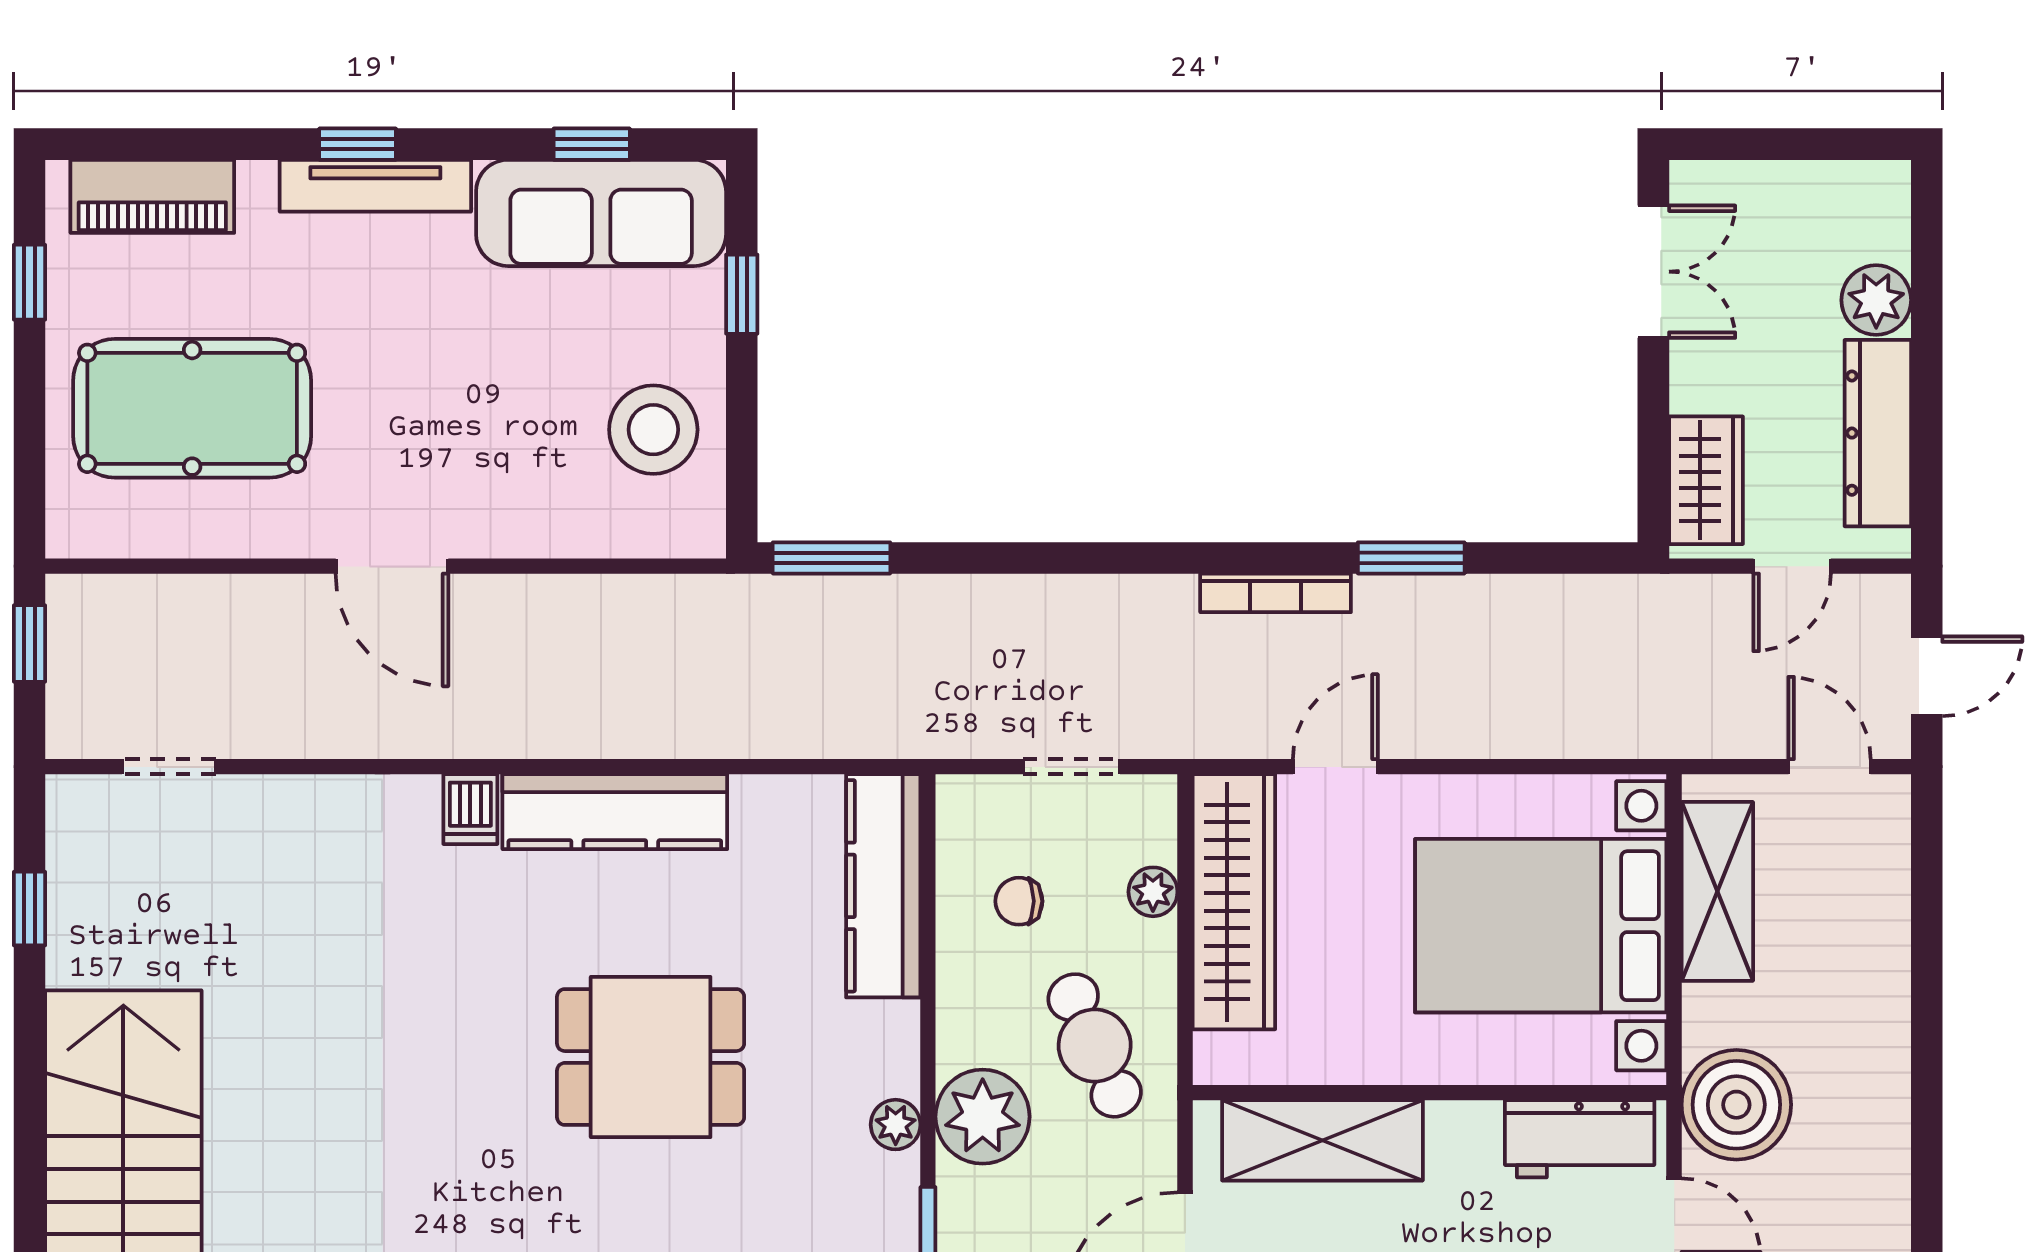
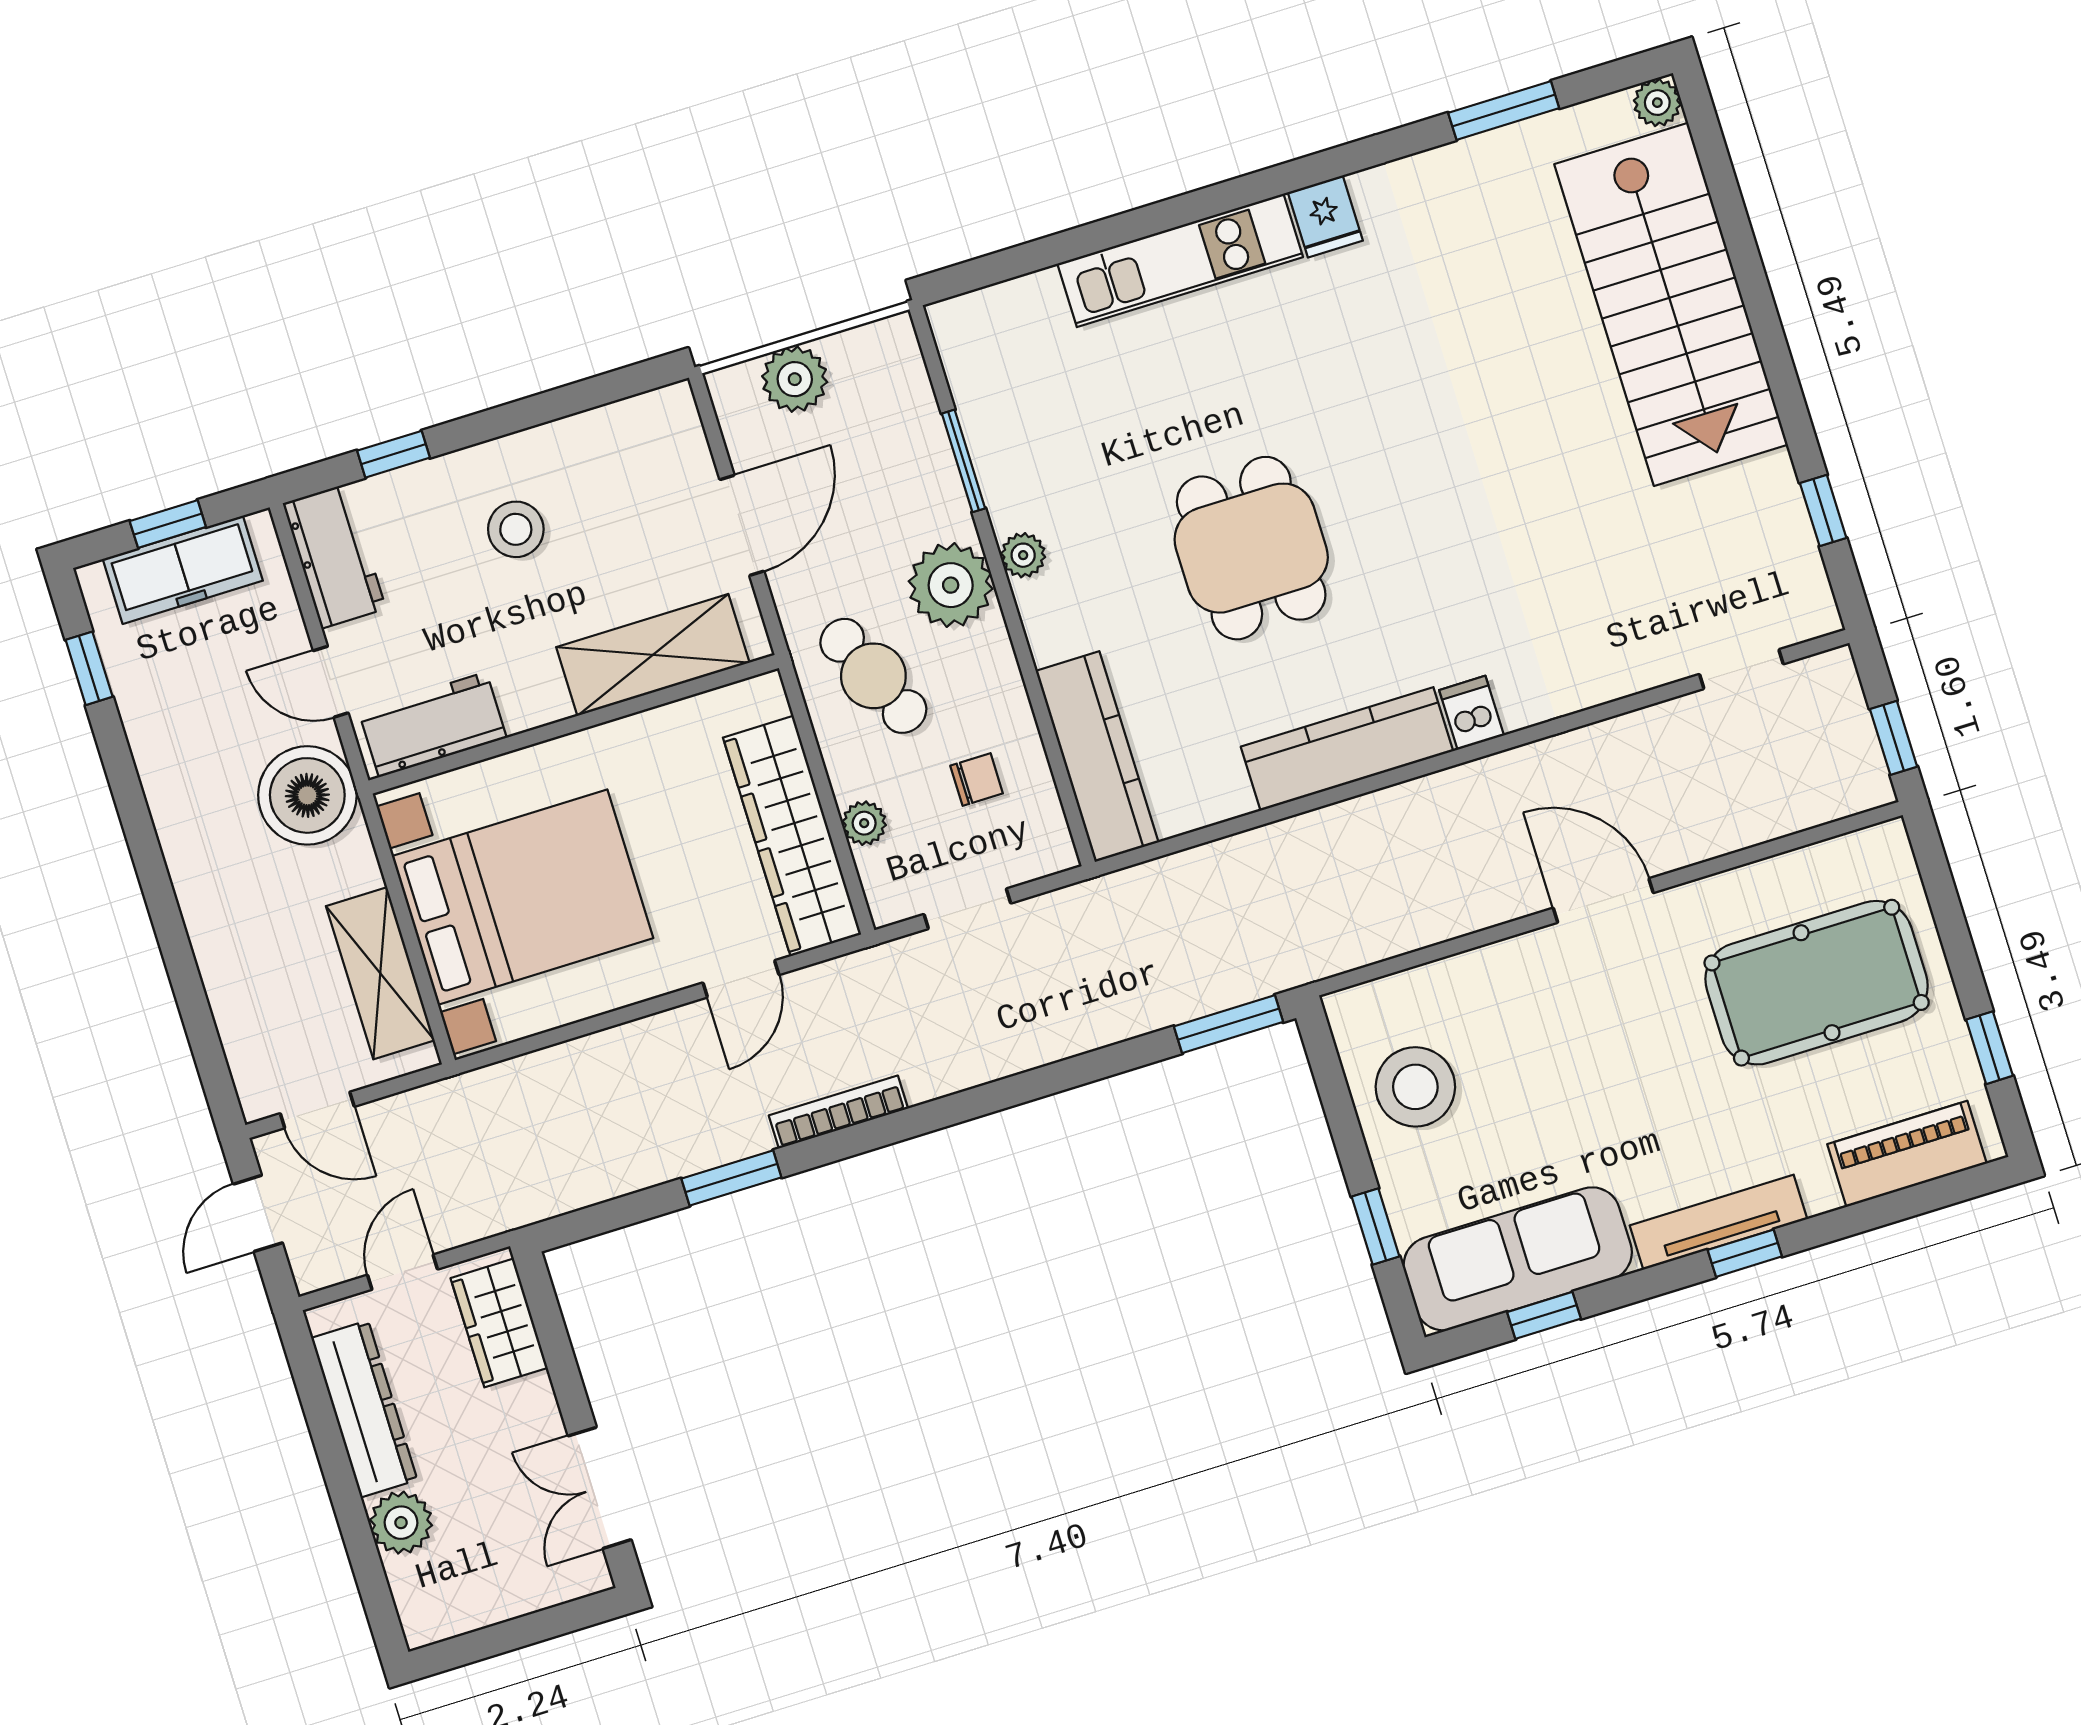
dining table: (651, 1057) -> (1251, 548), turned 90

